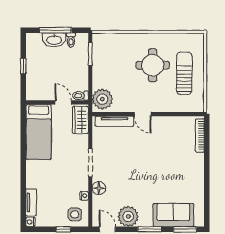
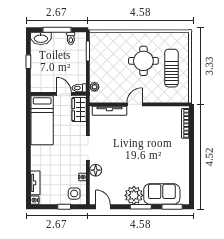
washbasin: (54, 40) -> (41, 38), moved
plant: (102, 99) -> (95, 87), width x0.53, depth x0.53
door: (143, 114) -> (135, 104), swing flipped
plant: (128, 216) -> (134, 195), moved

